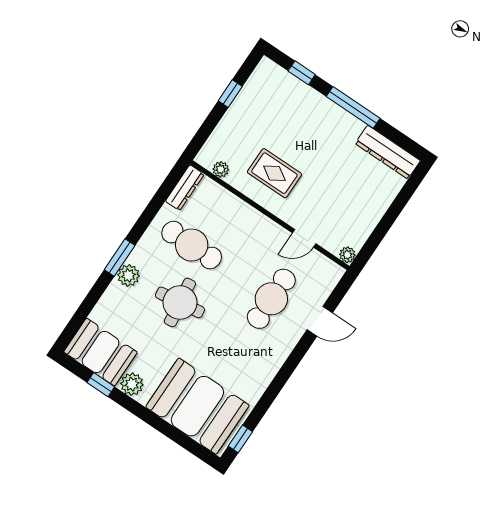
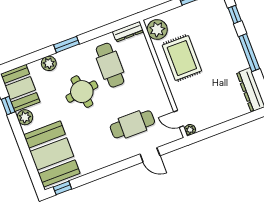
plant: (221, 169) -> (157, 30), width x1.87, depth x1.87
rug: (274, 173) -> (182, 58), width x1.36, depth x1.43
door: (304, 238) -> (179, 119), moved
plant: (128, 275) -> (49, 63), moved

